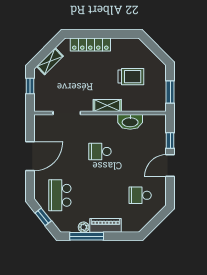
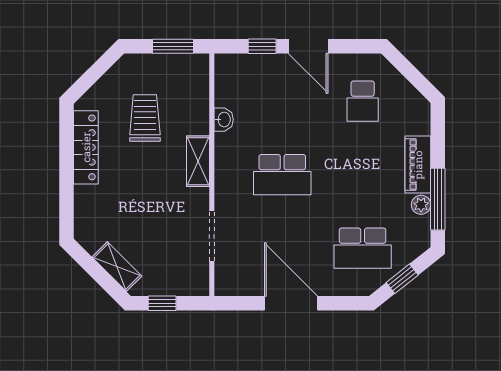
locker: (90, 44) -> (86, 147), moved
washbasin: (130, 122) -> (224, 120), width x0.52, depth x0.69
school desk: (100, 151) -> (282, 175), width x1.85

